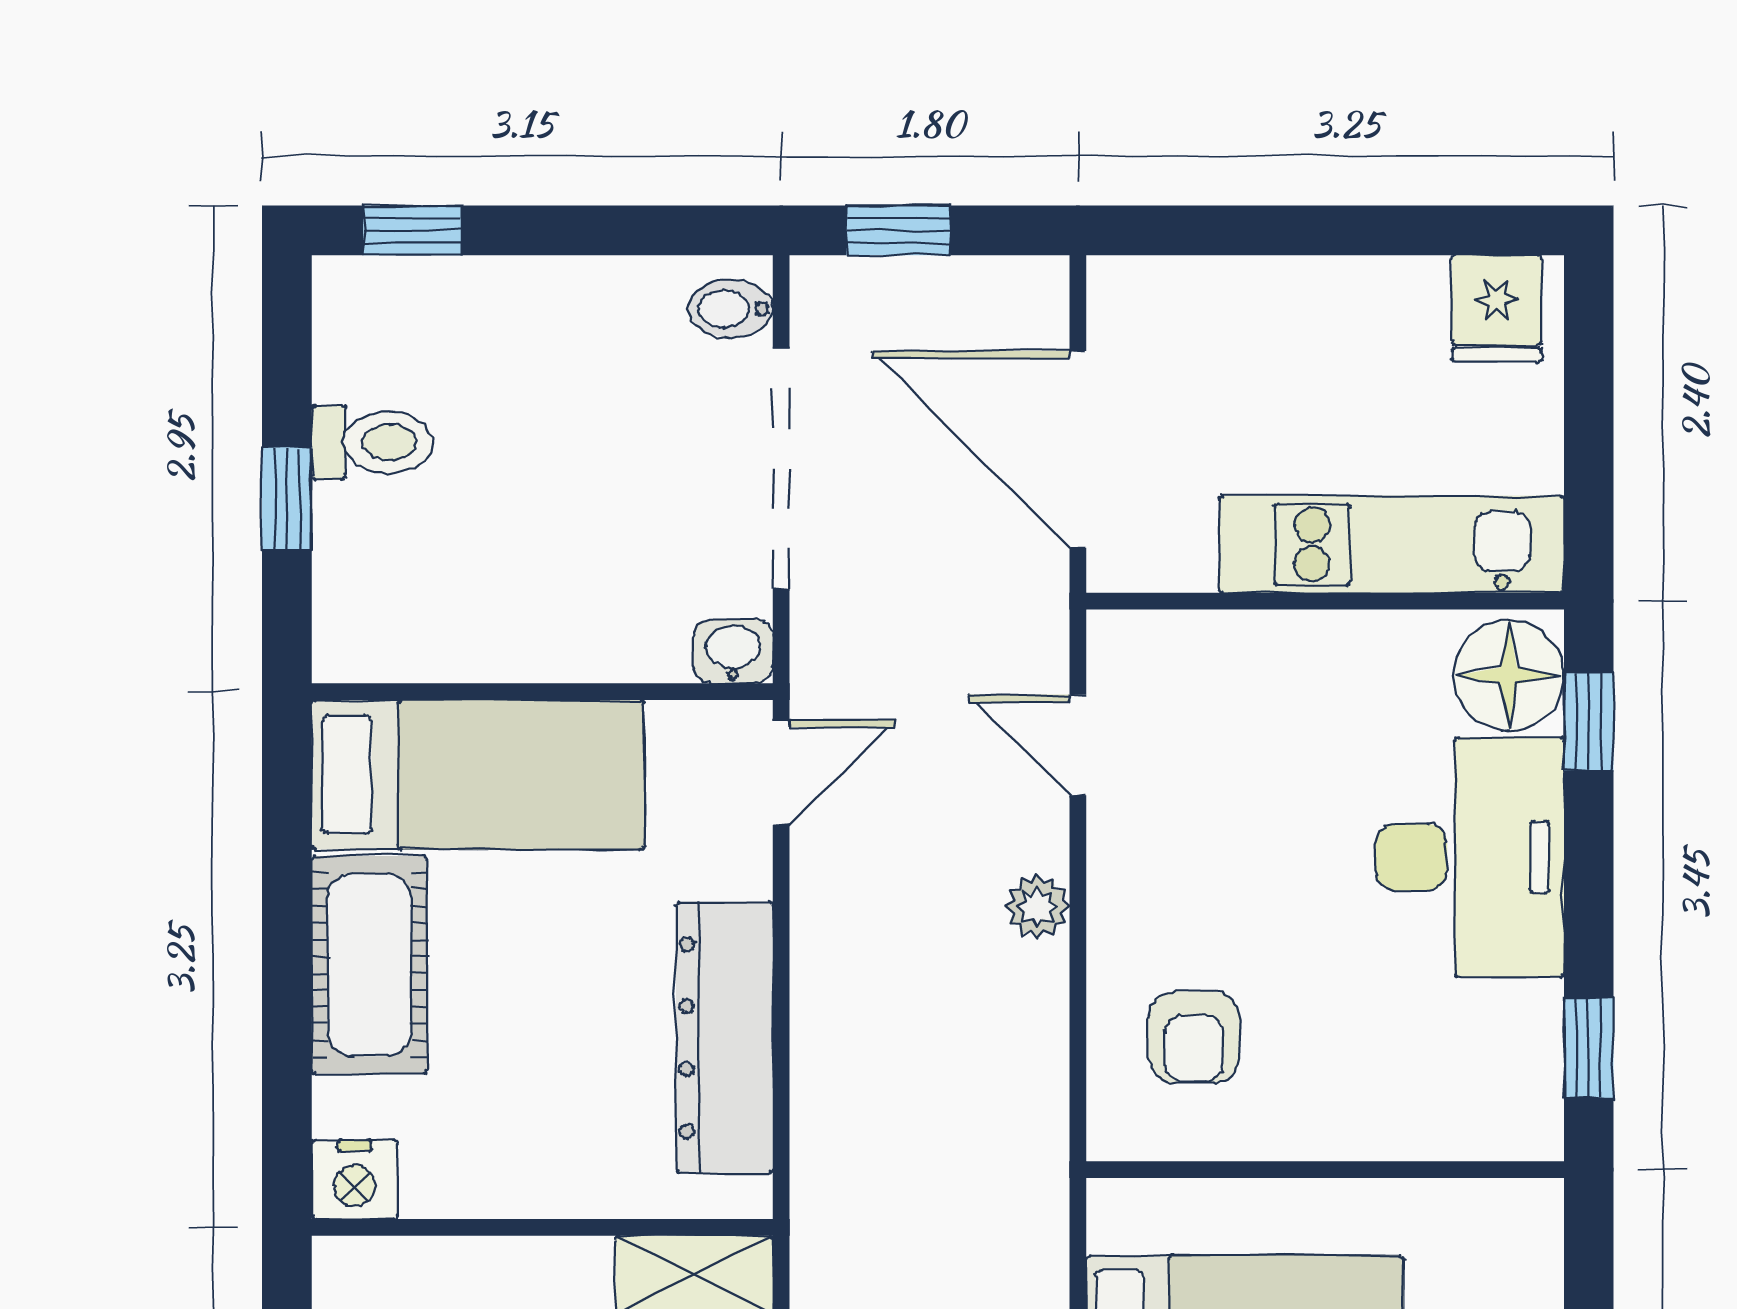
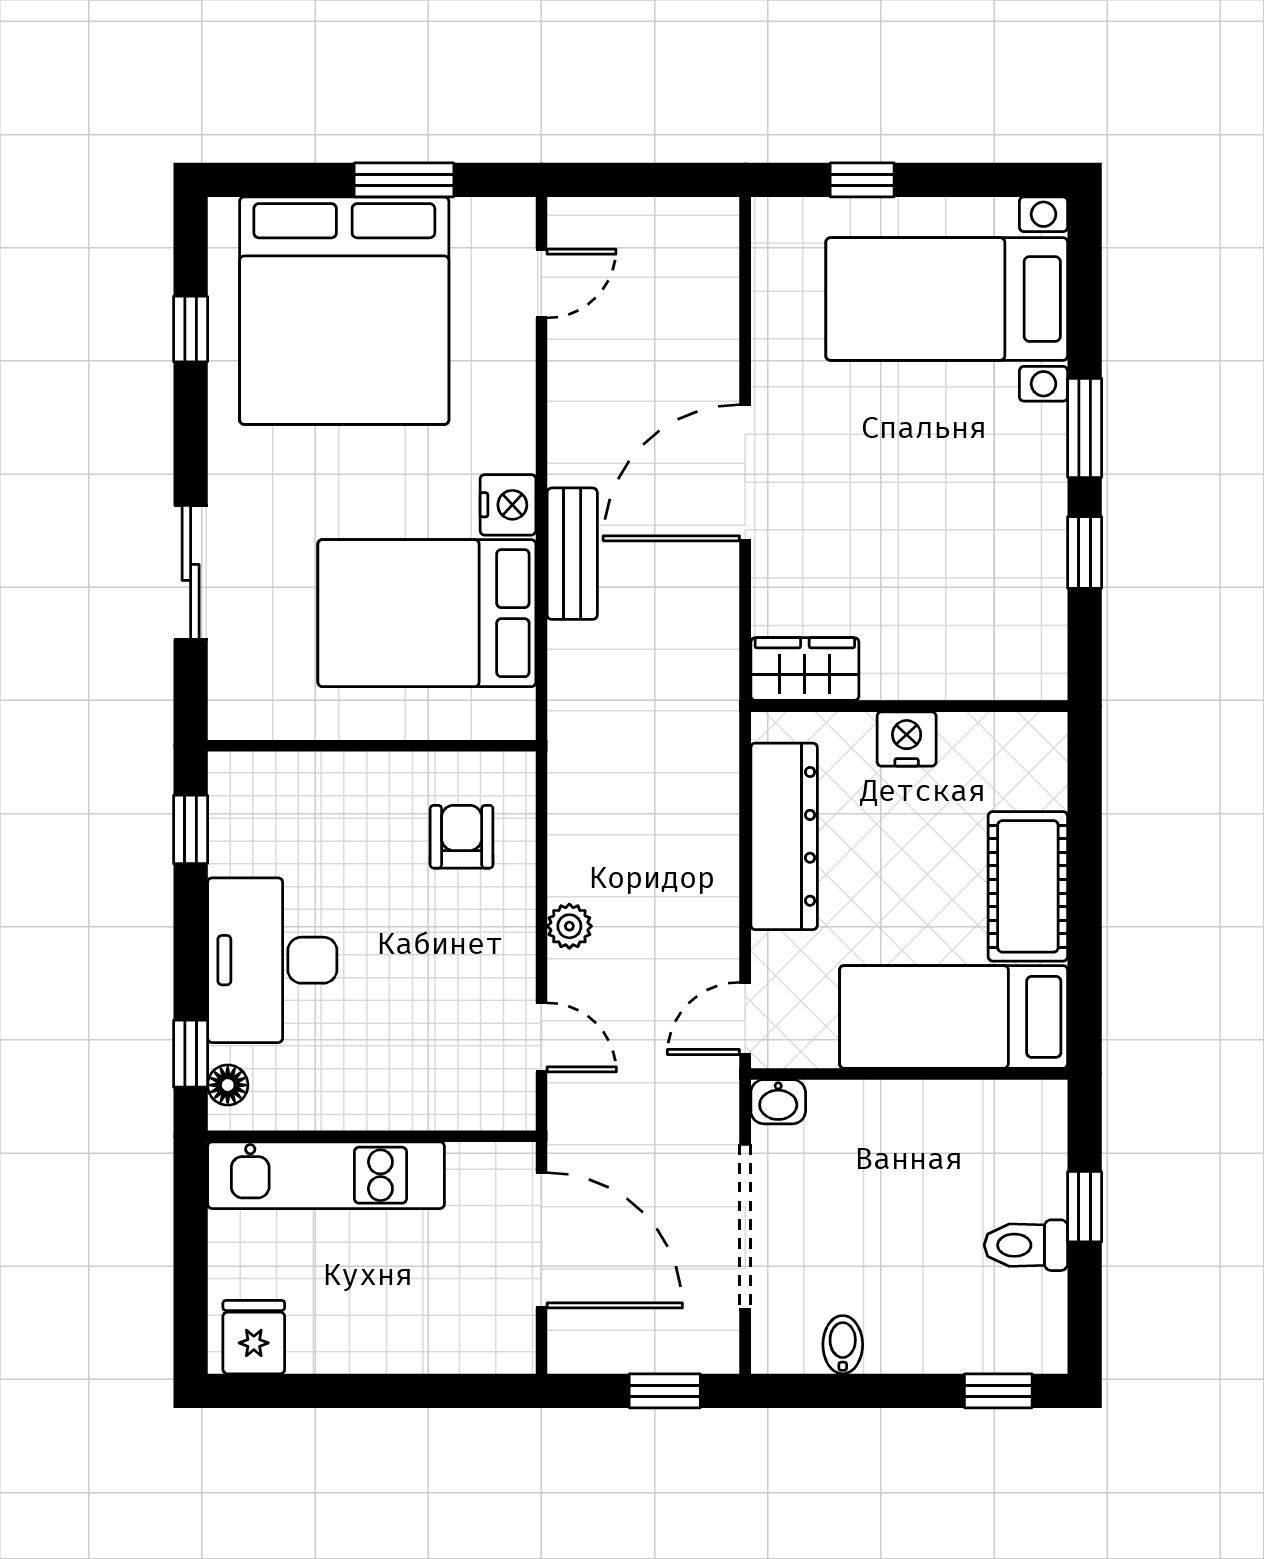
bidet: (731, 309) -> (843, 1345), moved, turned -90
floor lamp: (1509, 676) -> (228, 1085), width x0.53, depth x0.53
nightstand: (355, 1179) -> (907, 739), moved

